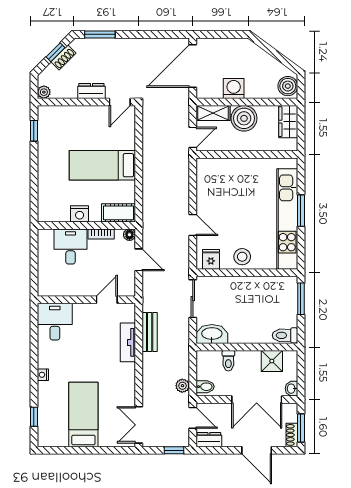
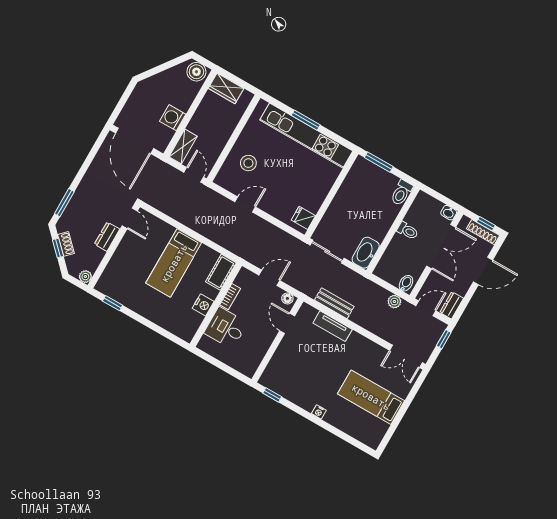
boiler: (244, 118) -> (202, 123), removed
door: (193, 225) -> (245, 204), moved
floor lamp: (129, 235) -> (287, 298), moved
stool: (242, 257) -> (248, 163), moved
desk: (55, 322) -> (281, 377), removed
toilet: (228, 361) -> (408, 231), moved
shower: (272, 361) -> (416, 216), removed
window: (34, 417) -> (272, 395), moved
window: (301, 428) -> (486, 224), width x0.67
shoe rack: (292, 435) -> (483, 232), width x1.43

